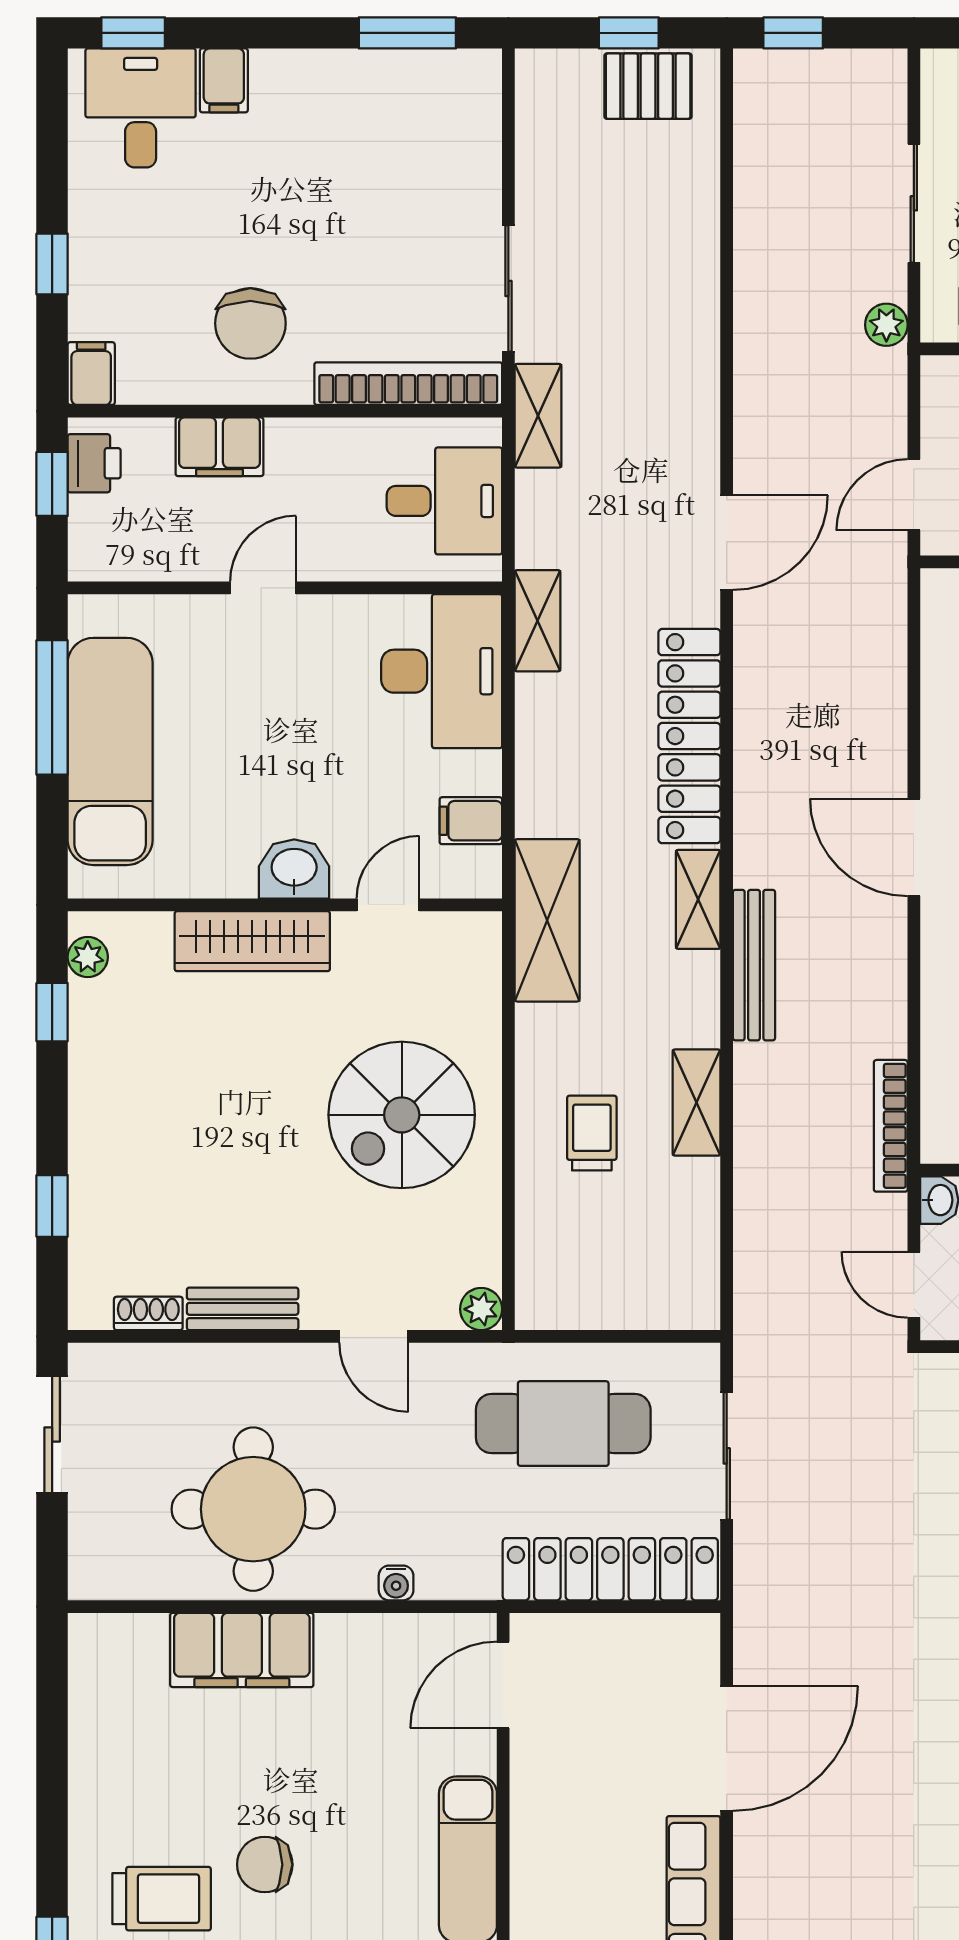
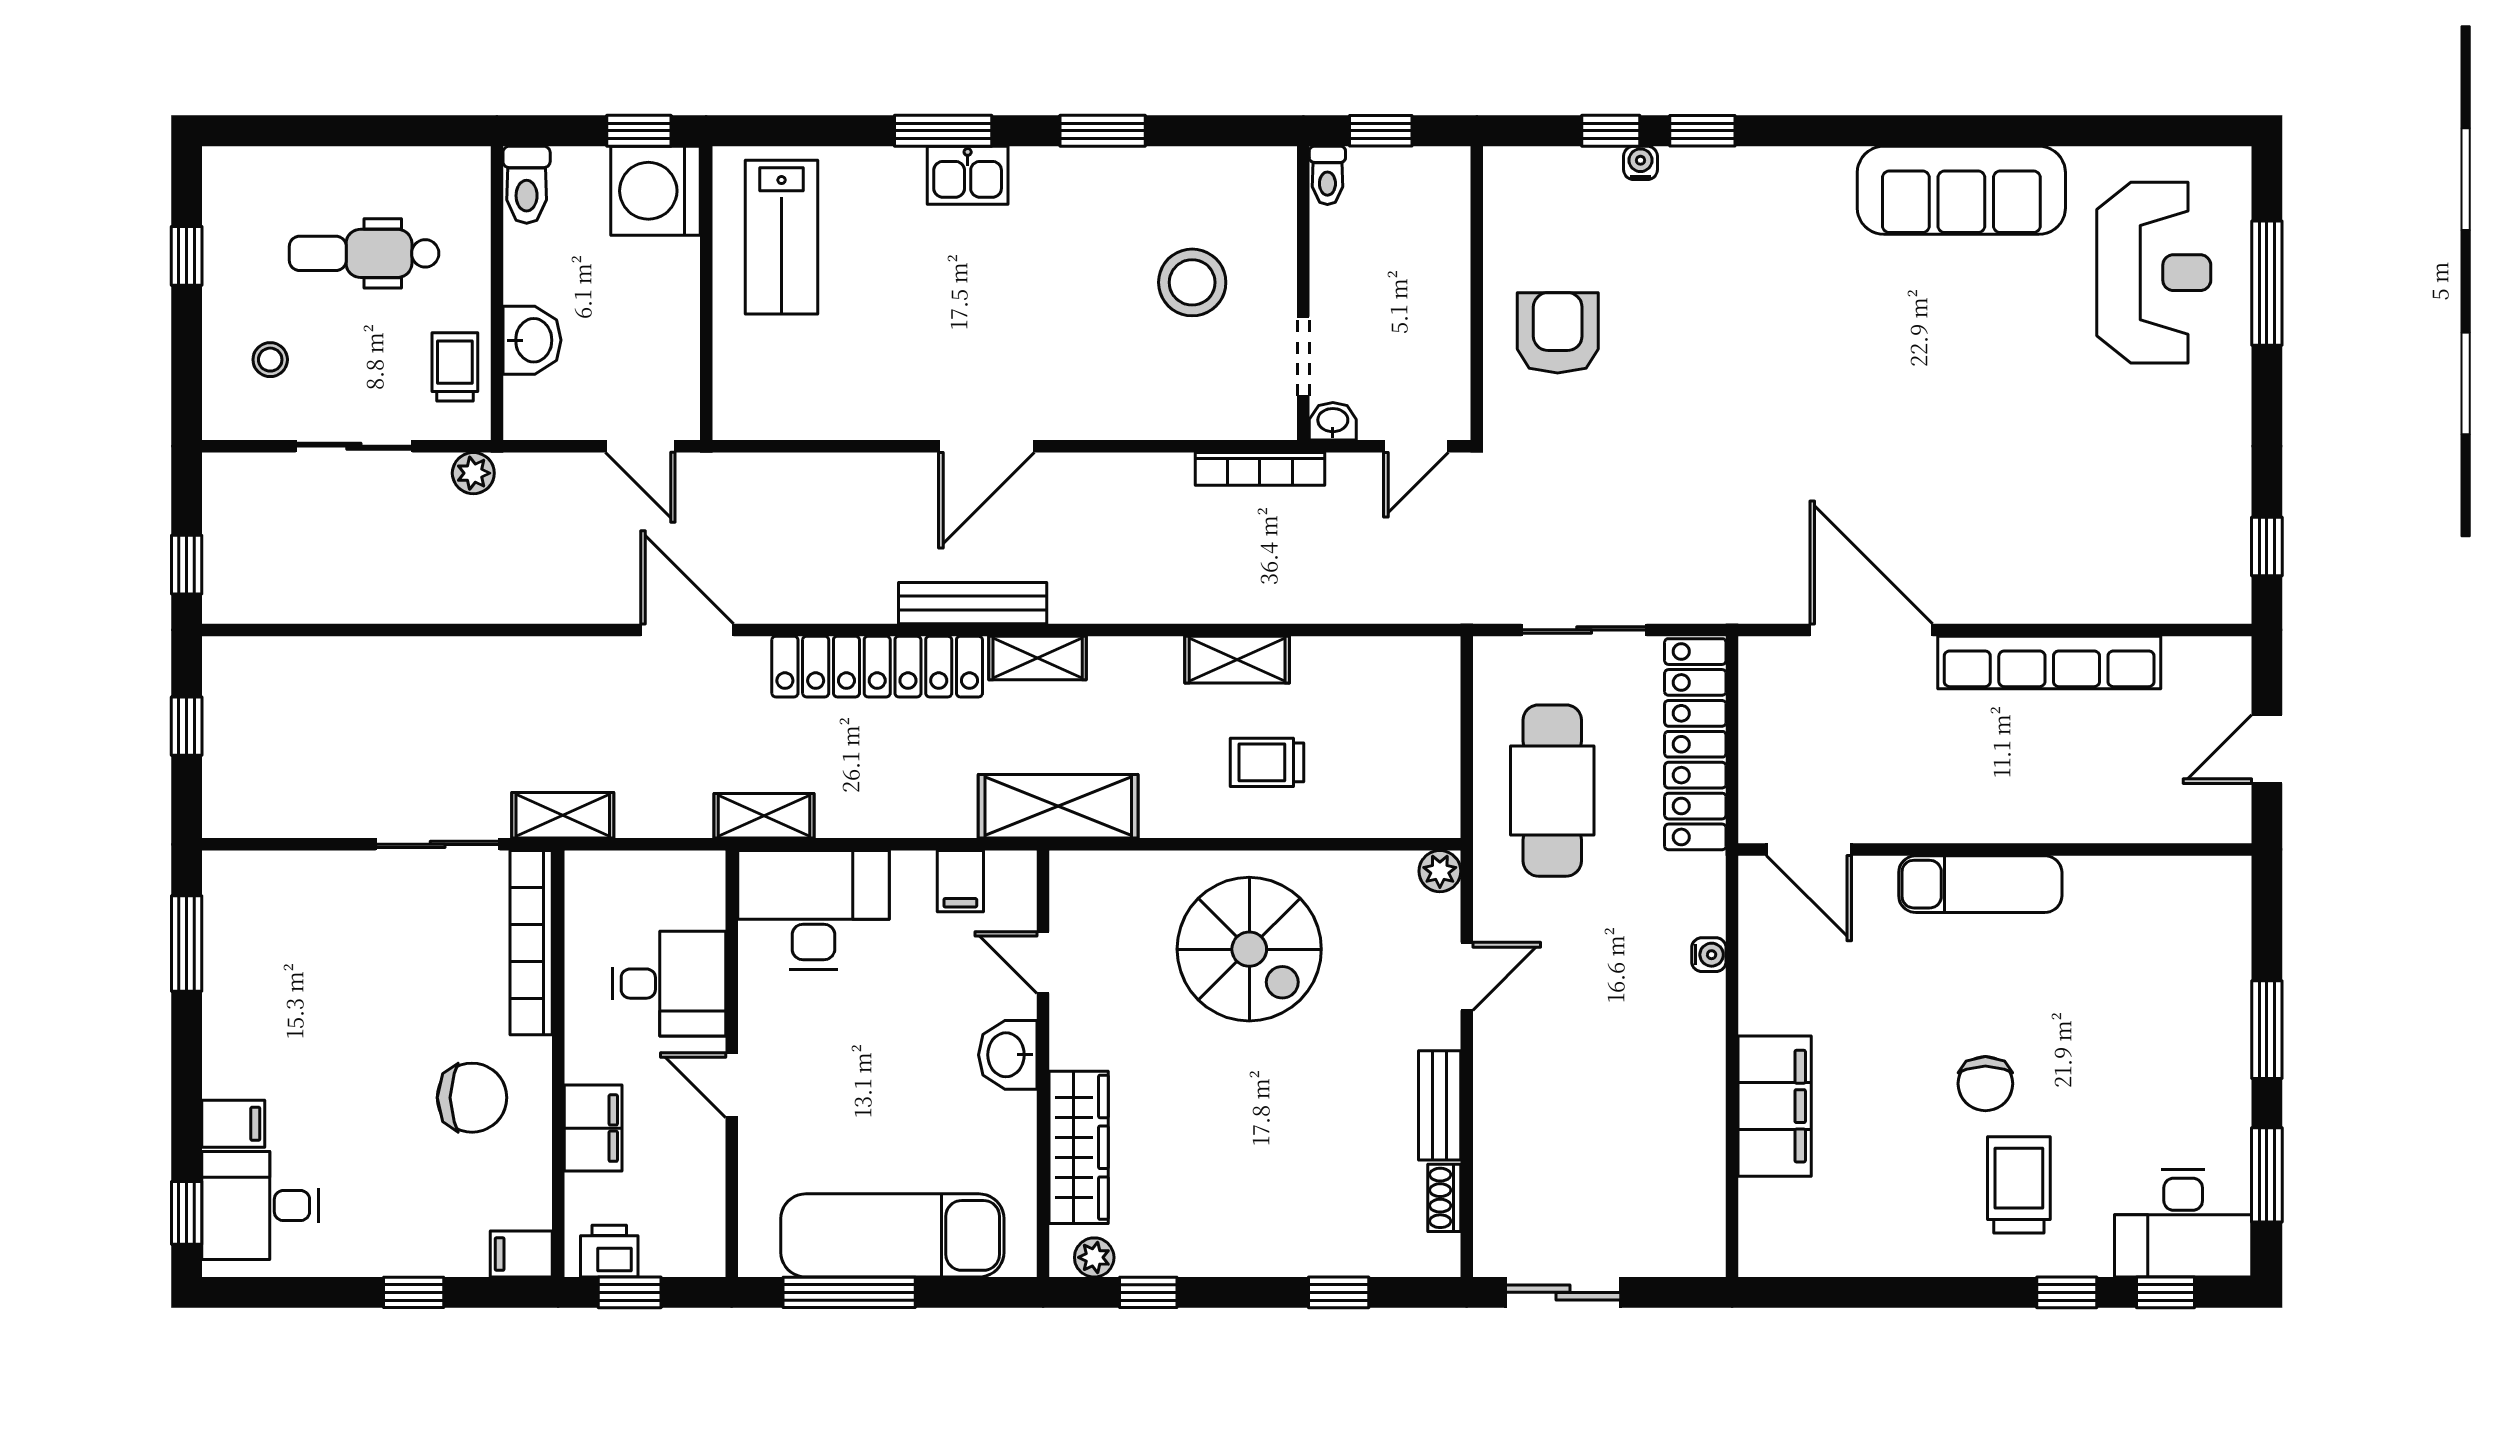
pallet: (648, 86) -> (239, 707), removed
desk: (444, 501) -> (669, 984), moved, turned 90
wardrobe: (252, 941) -> (1079, 1147), moved
bench: (754, 965) -> (973, 603), moved
round table: (253, 1509) -> (1636, 1095), removed

